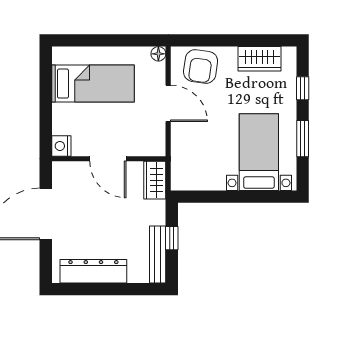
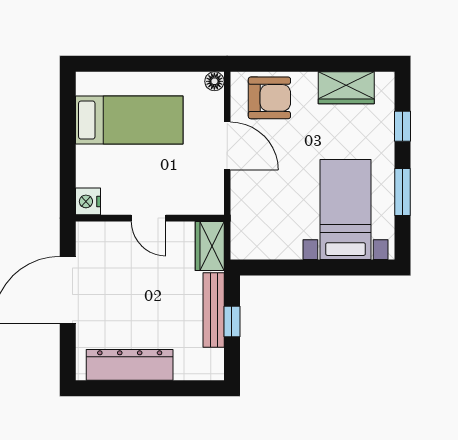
armchair: (201, 67) -> (269, 98), turned -98
door: (108, 159) -> (149, 218), width x0.73
bench: (158, 255) -> (214, 310), moved

